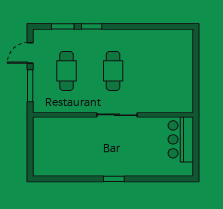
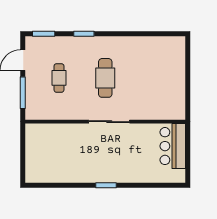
window: (63, 26) -> (44, 34), moved
cafe table: (66, 71) -> (59, 78), width x0.73, depth x0.74

